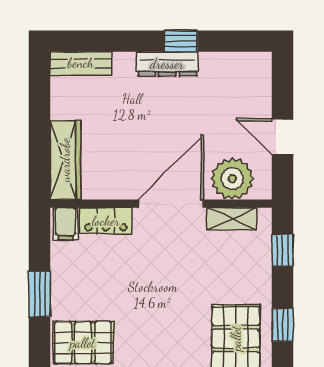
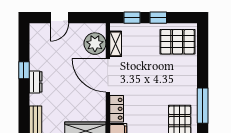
dresser: (167, 64) -> (36, 82), width x0.70
door: (283, 137) -> (59, 18), moved
window: (283, 325) -> (158, 18), moved

